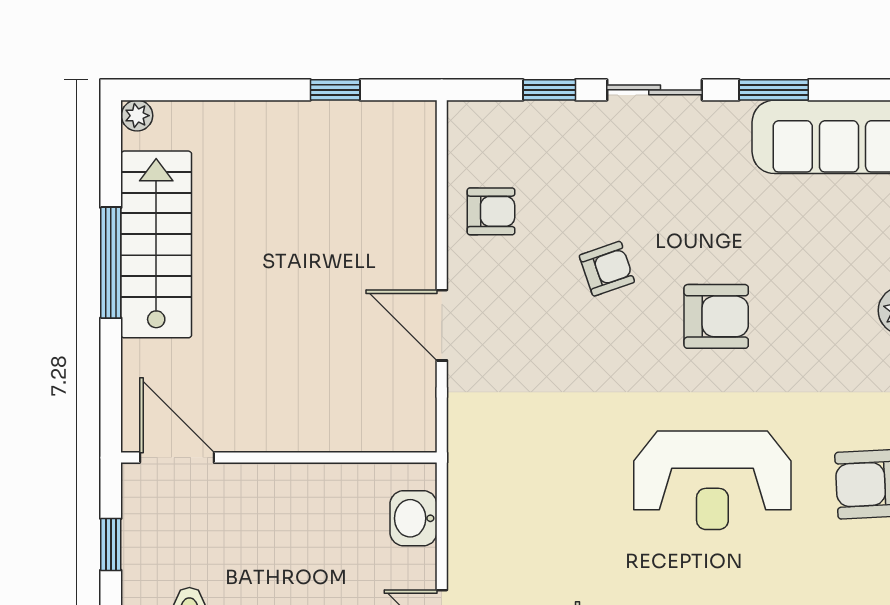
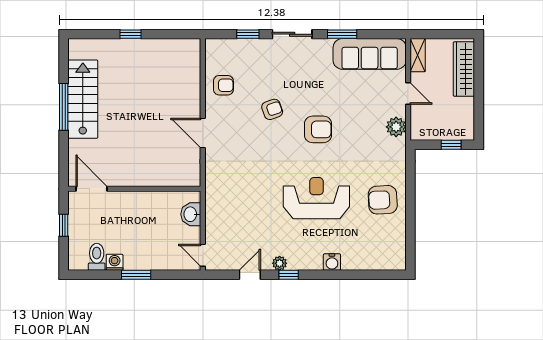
window: (335, 90) -> (131, 34), moved
plant: (137, 116) -> (75, 45), removed
reception desk: (712, 480) -> (316, 198), turned 180

